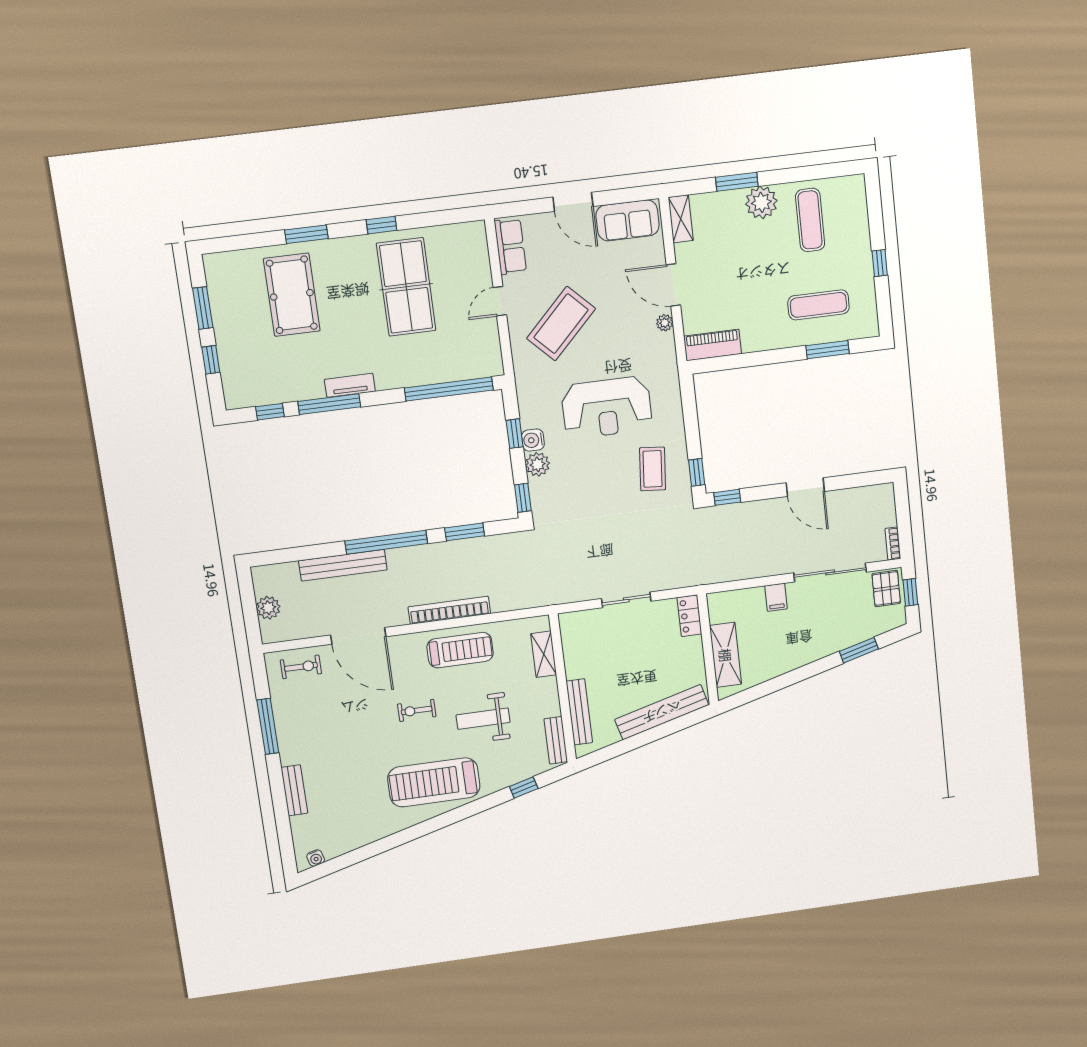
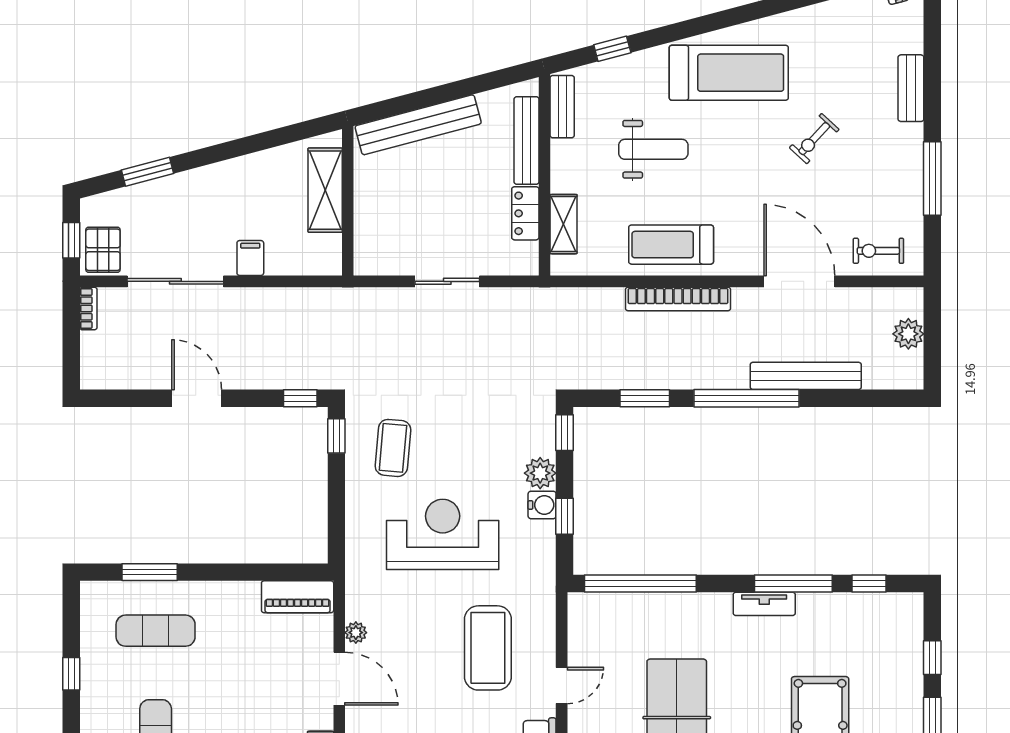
coffee table: (561, 324) -> (488, 648), turned -45
locker: (689, 616) -> (525, 213), moved, turned 180
exercise bike: (417, 710) -> (814, 139), moved, turned 133

